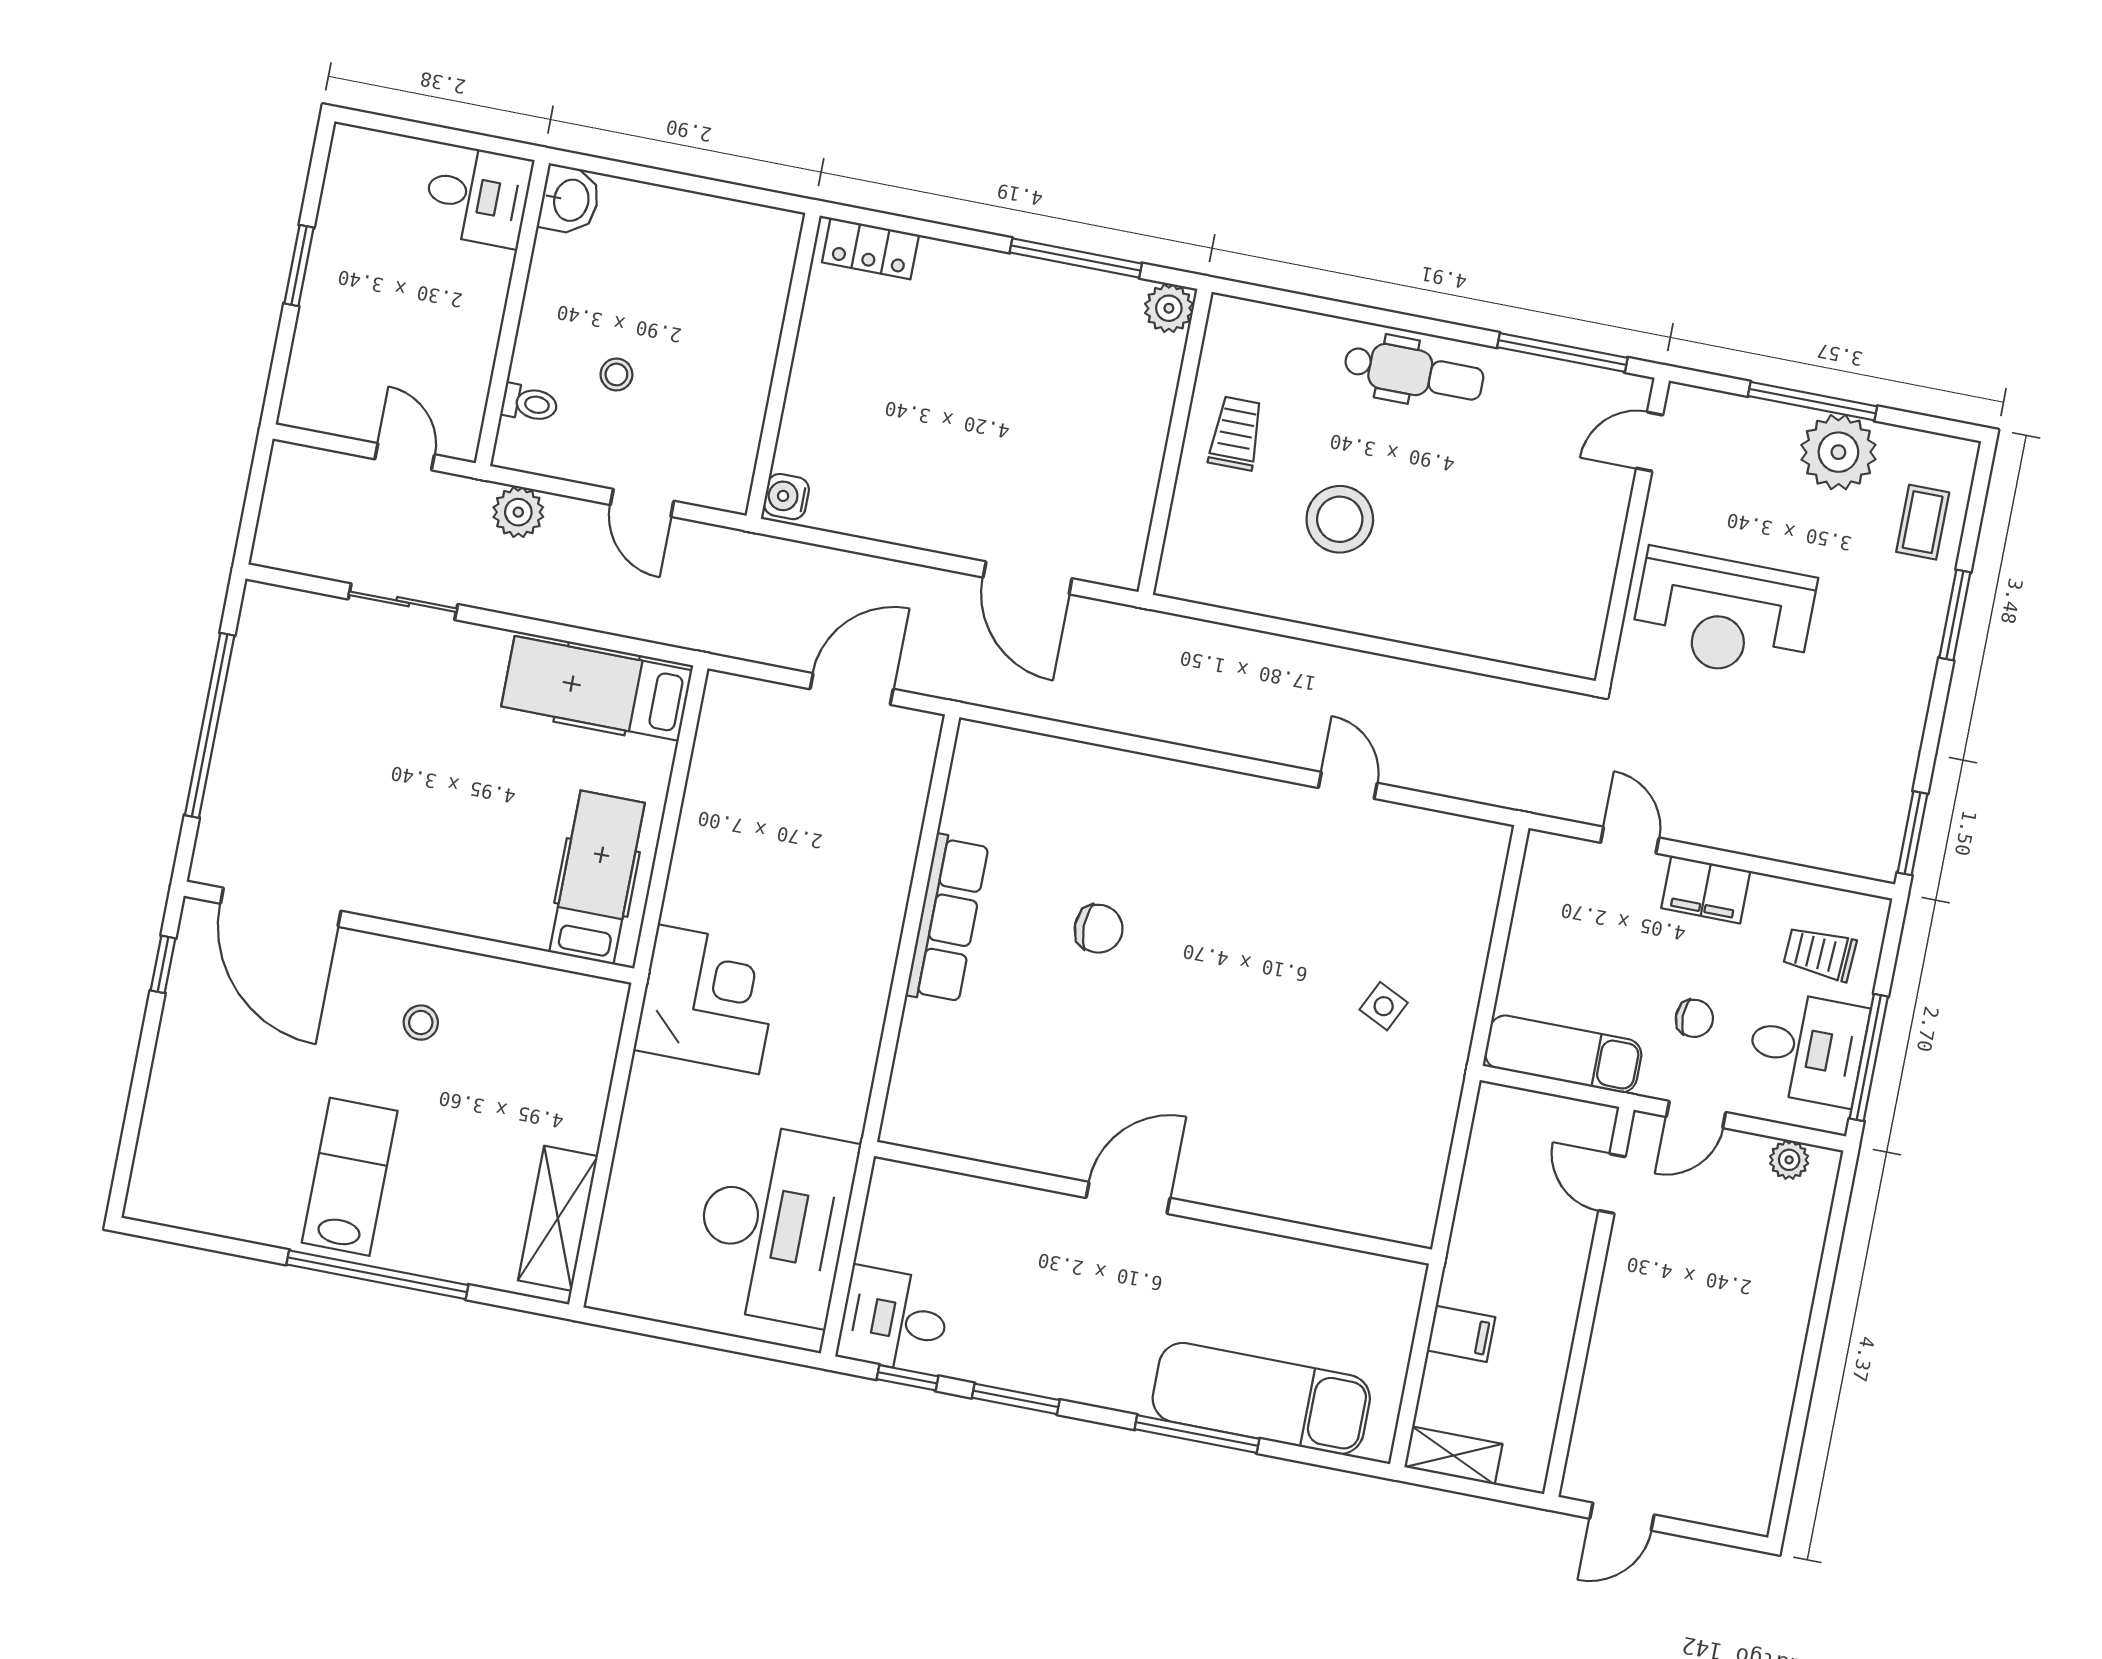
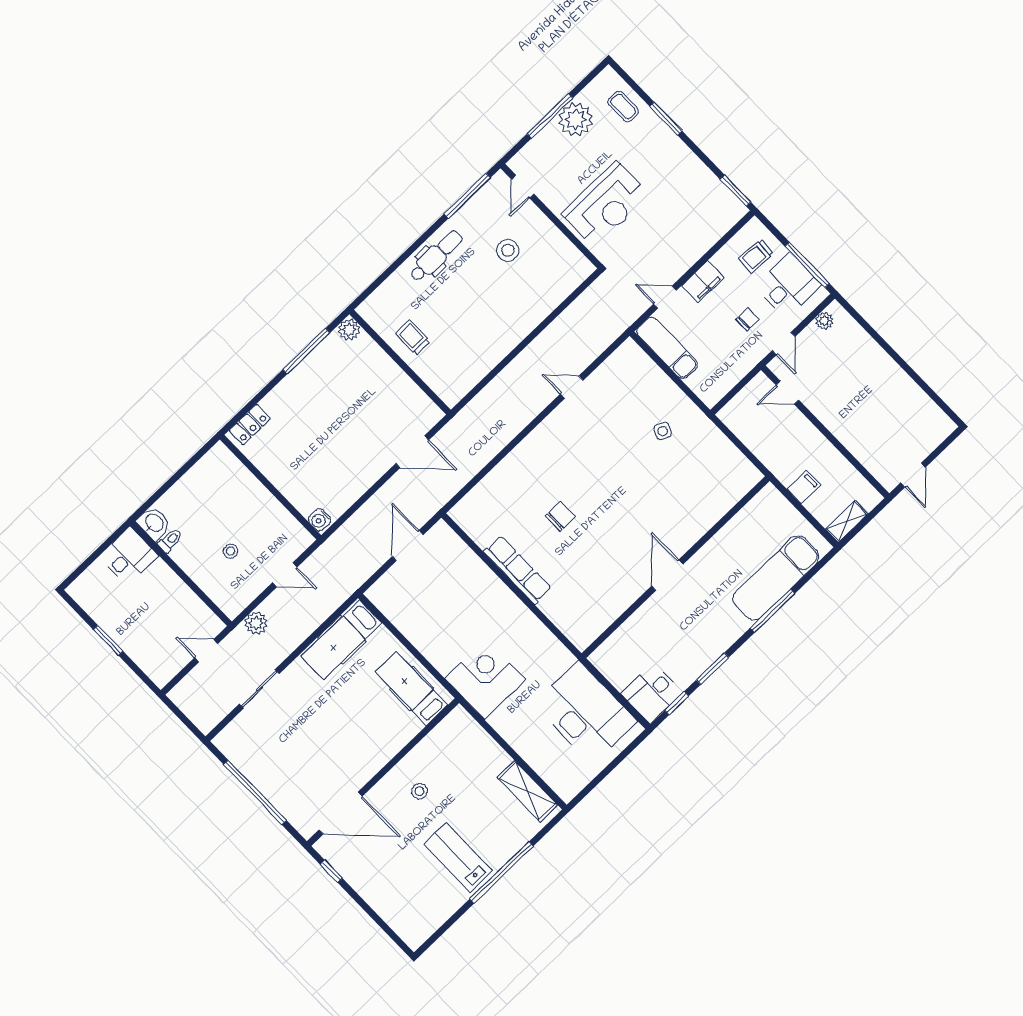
toilet: (530, 403) -> (170, 541), moved
stool: (1340, 519) -> (508, 250), moved, width x0.73, depth x0.73
exam couch: (1563, 1054) -> (667, 348), moved, turned 90

